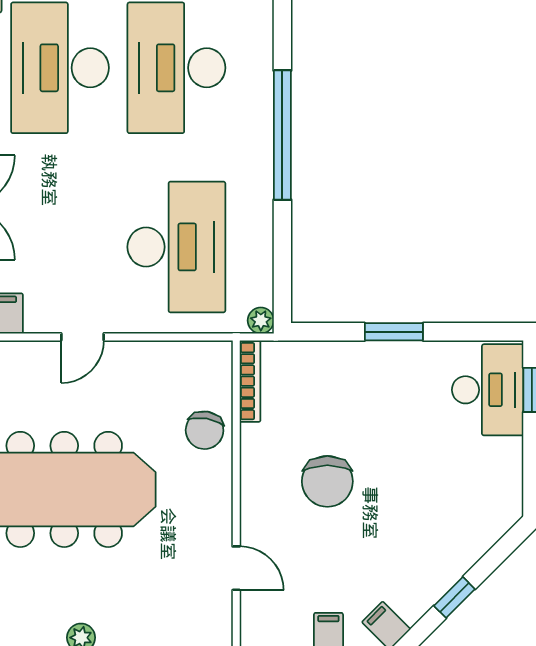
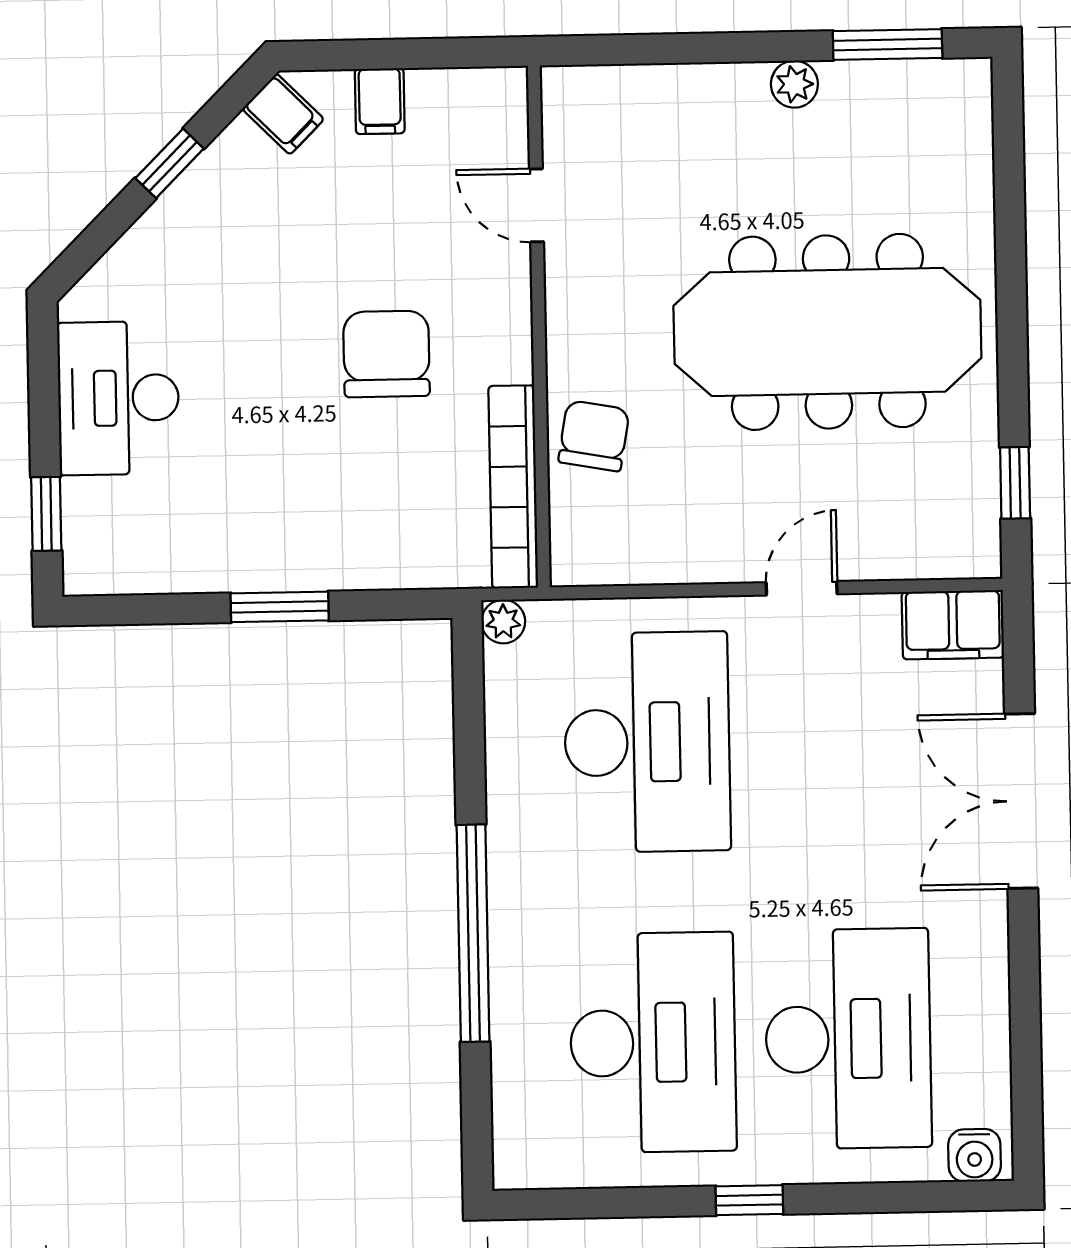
desk: (176, 247) -> (647, 742), turned 180
bookcase: (250, 381) -> (513, 487), width x1.48, depth x1.31
desk: (488, 390) -> (118, 398), moved

